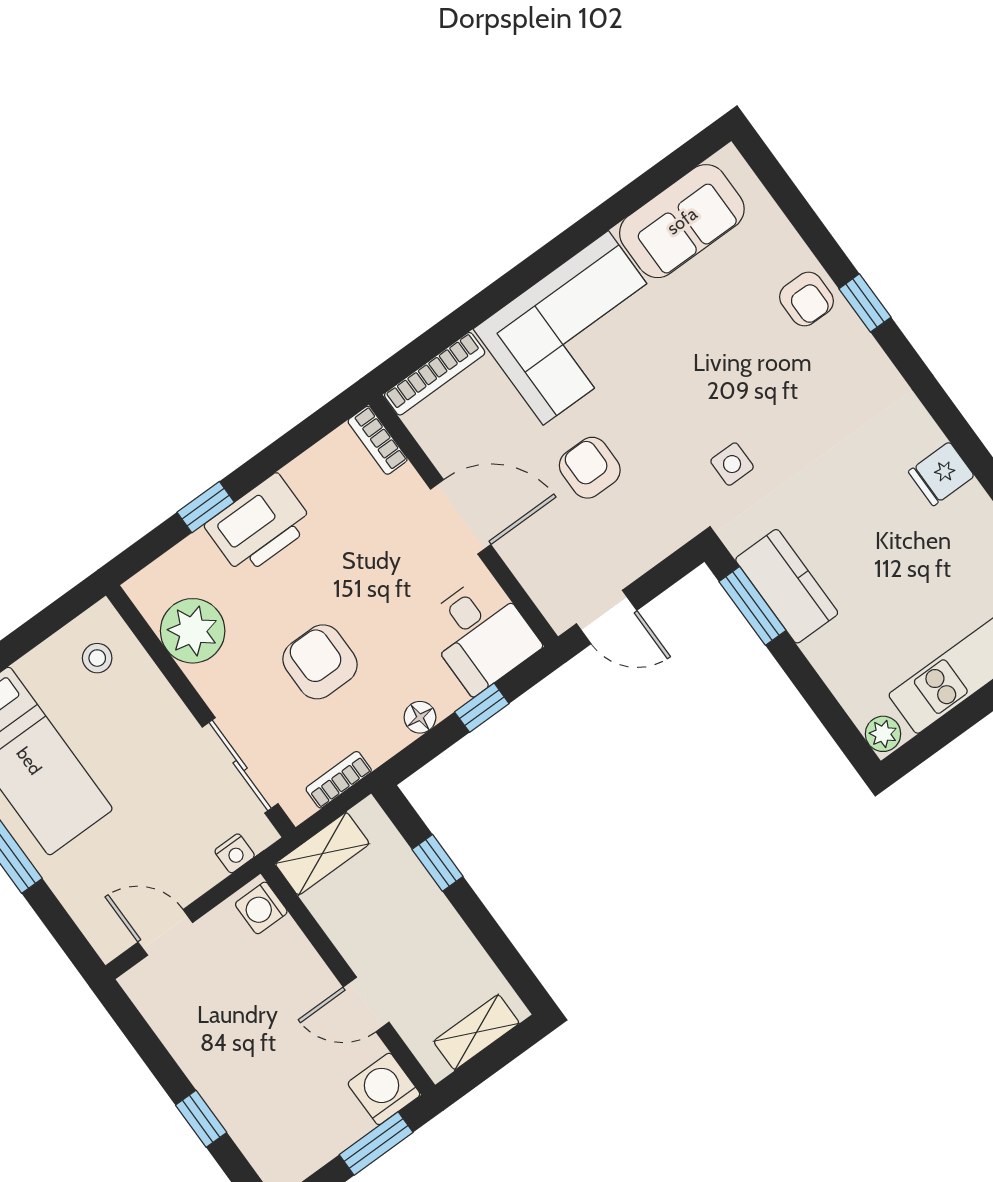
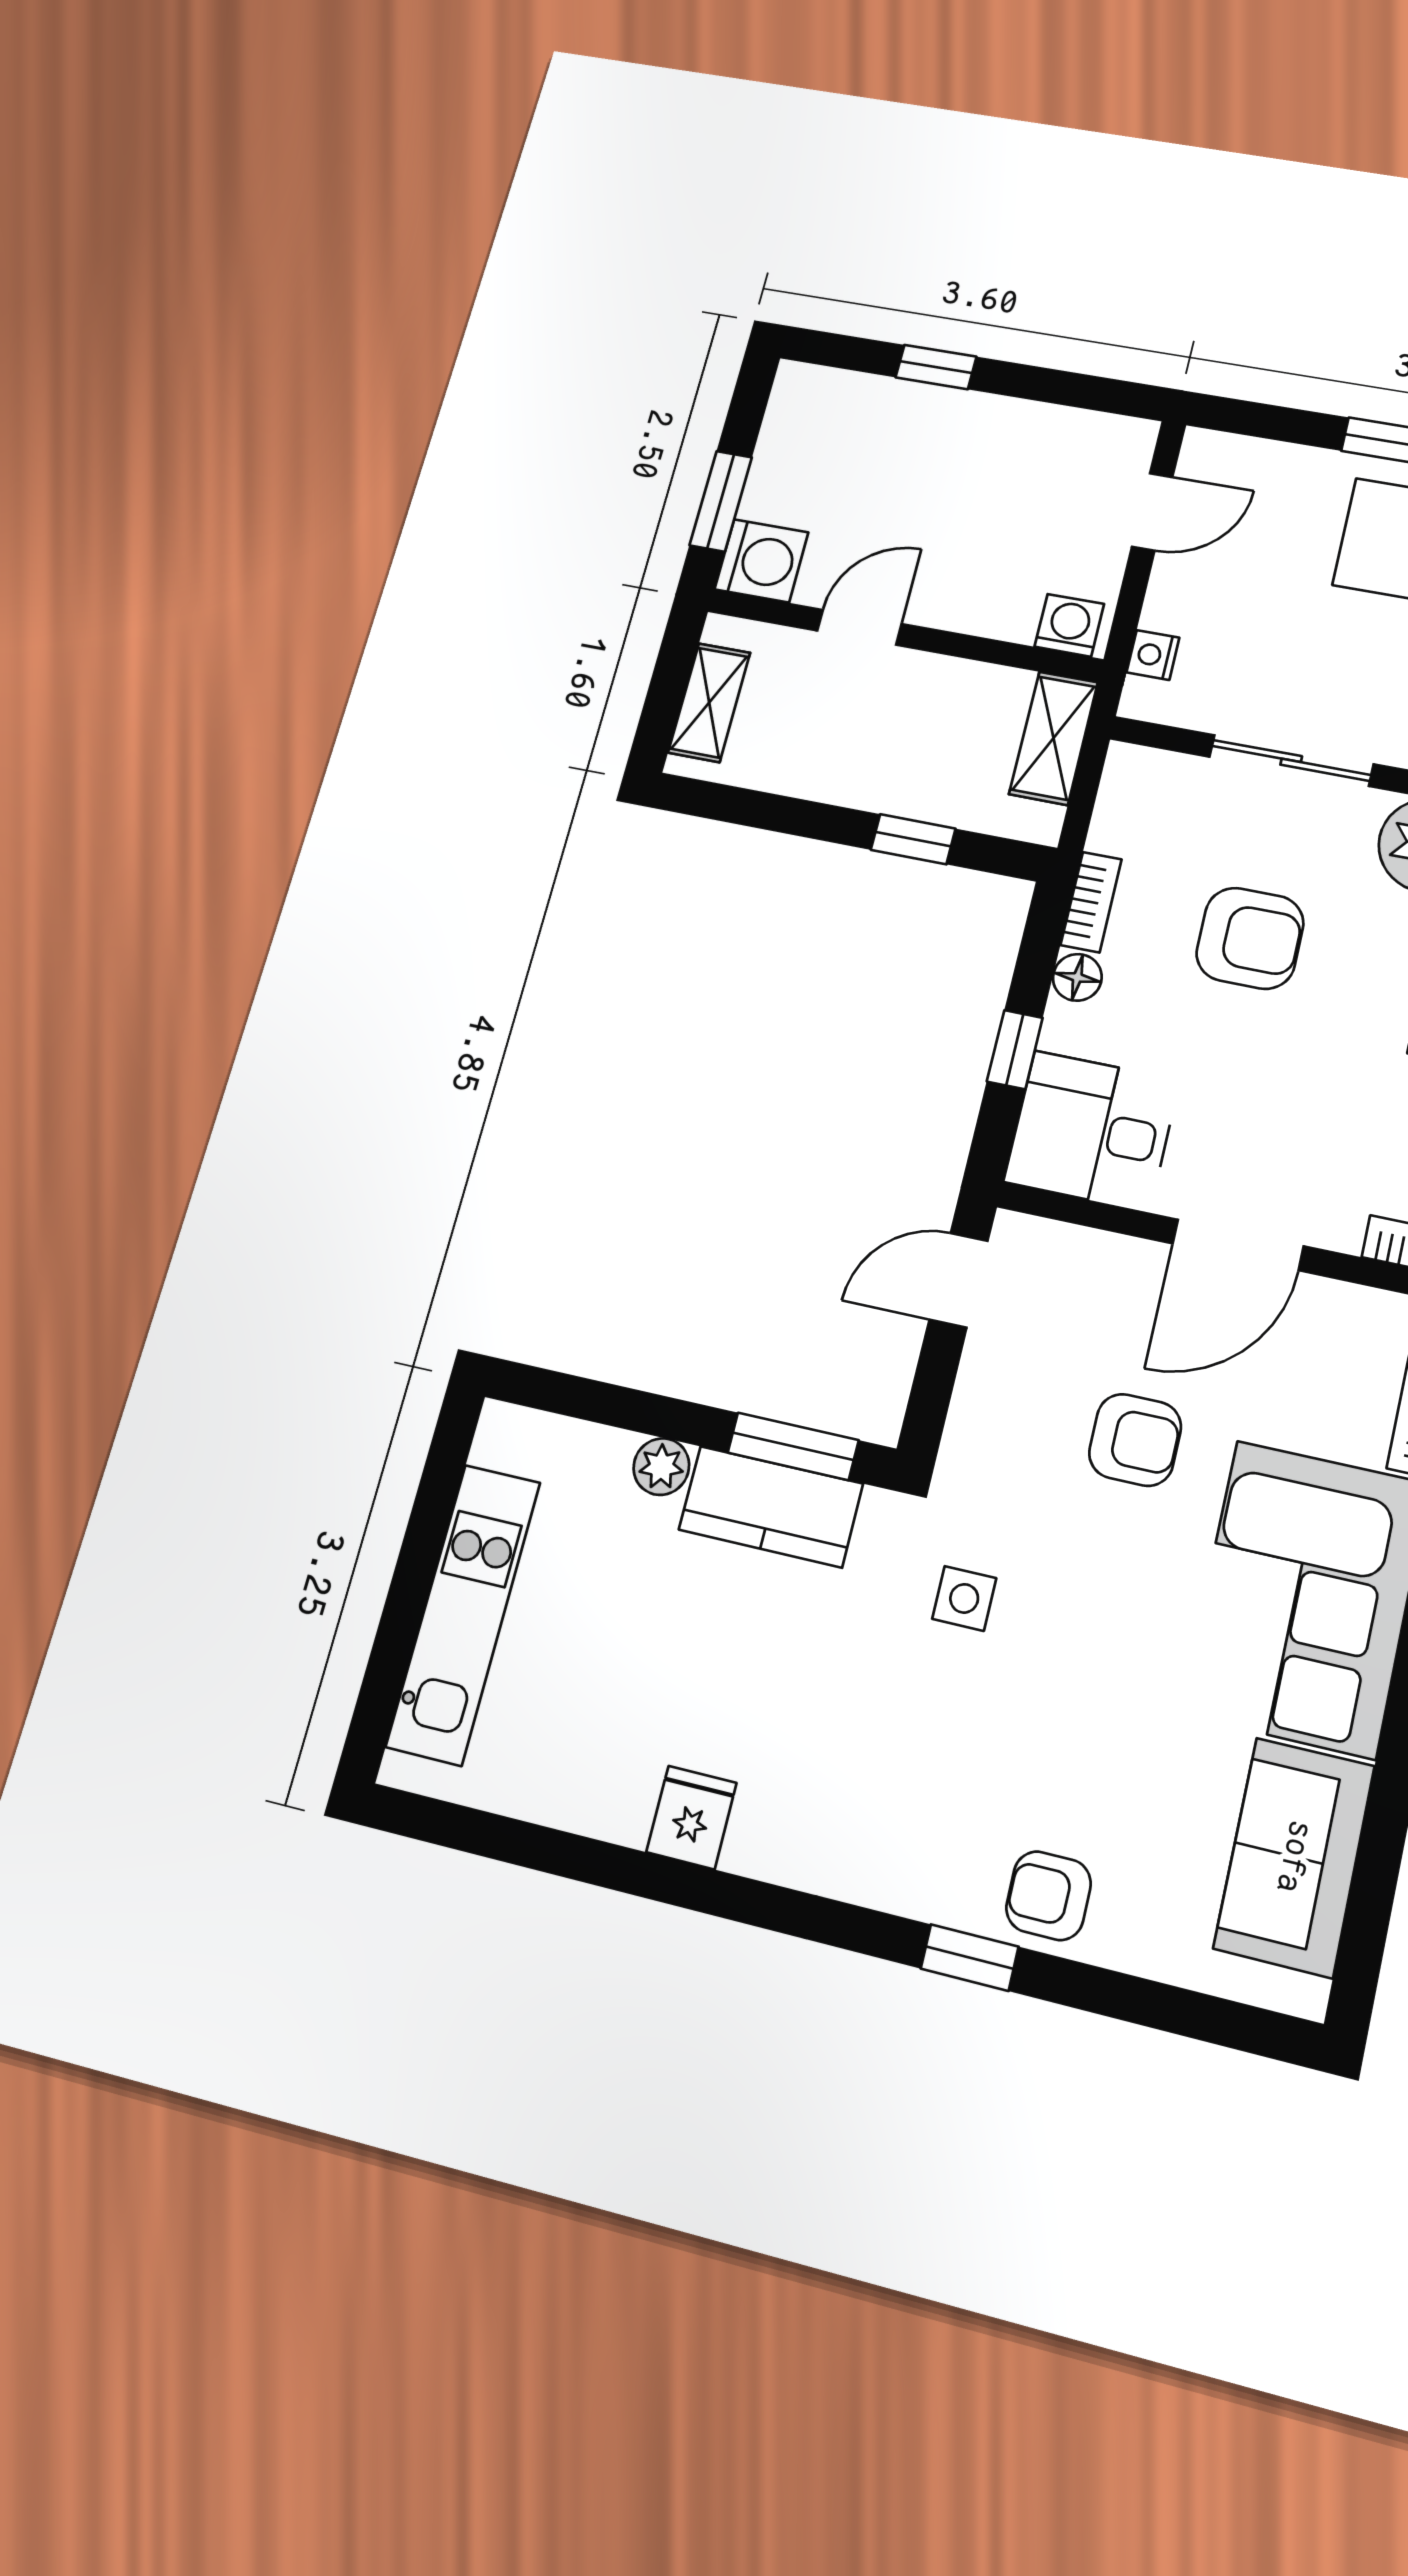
plant: (883, 734) -> (661, 1467), moved
sliding door: (240, 765) -> (1291, 760), moved
bookcase: (339, 780) -> (1091, 902), moved

